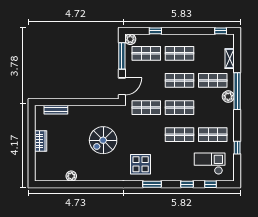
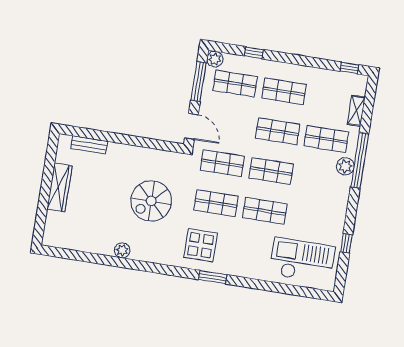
door: (122, 86) -> (191, 126), hinge flipped
shop shelf: (213, 135) -> (216, 203), moved
wardrobe: (41, 141) -> (59, 187), width x1.50
checkout: (210, 164) -> (302, 260), width x1.36, depth x1.21
plant: (71, 176) -> (122, 250), moved
window: (187, 184) -> (264, 285), removed
window: (211, 184) -> (299, 291), removed

